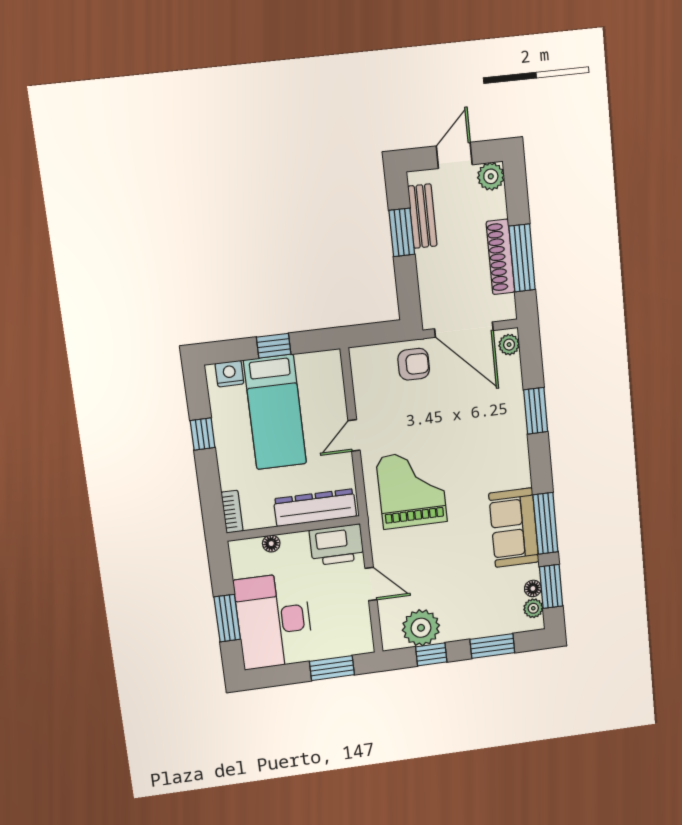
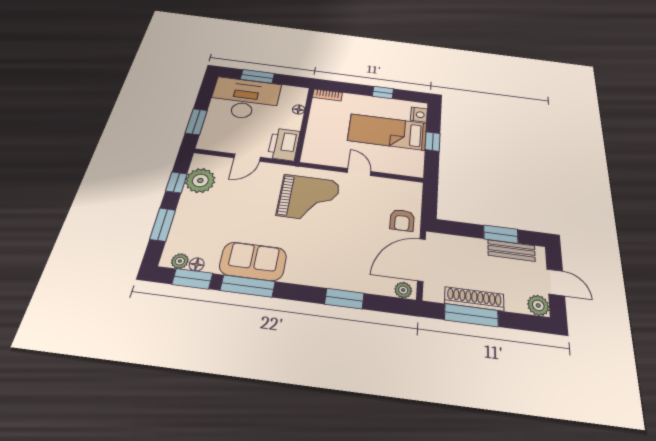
dresser: (315, 508) -> (315, 138), removed

